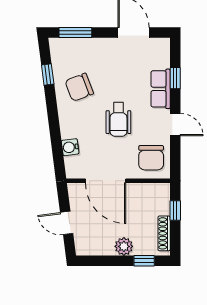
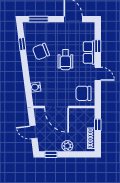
wheelchair: (118, 119) -> (65, 60), moved
chair: (151, 158) -> (83, 93), turned 90
window: (144, 261) -> (51, 154), moved

